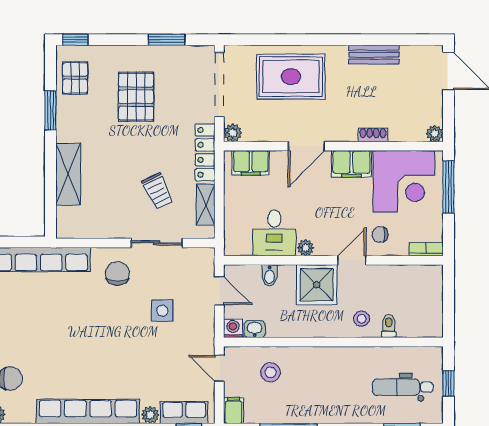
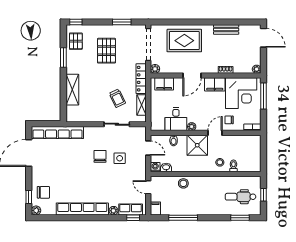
chair: (118, 273) -> (100, 156), moved
stool: (270, 372) -> (183, 183), moved

